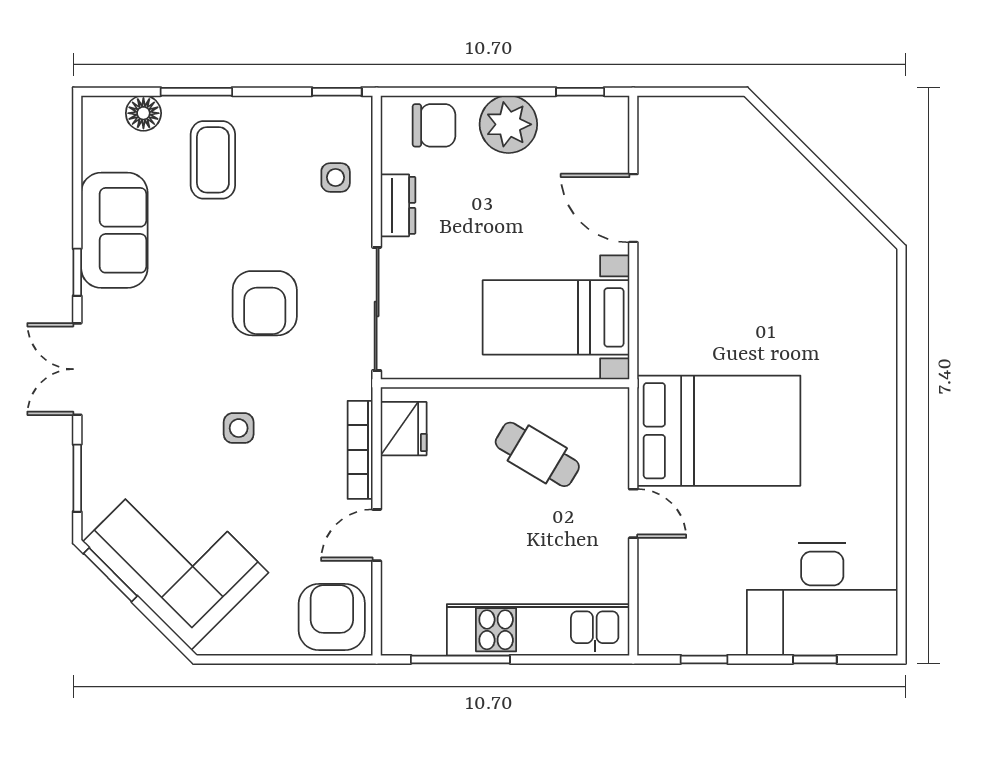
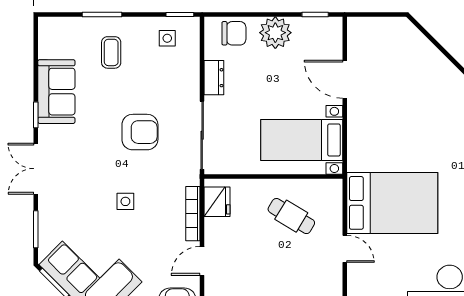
floor lamp: (143, 113) -> (73, 27), removed
coffee table: (213, 160) -> (111, 52), width x0.73, depth x0.77
side table: (336, 177) -> (167, 38), moved
armchair: (265, 303) -> (140, 132), turned -90

